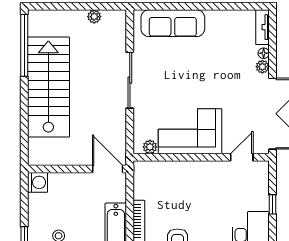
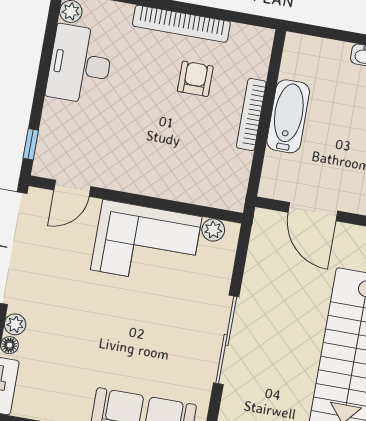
door: (108, 169) -> (313, 212), moved
window: (272, 204) -> (31, 144), moved

